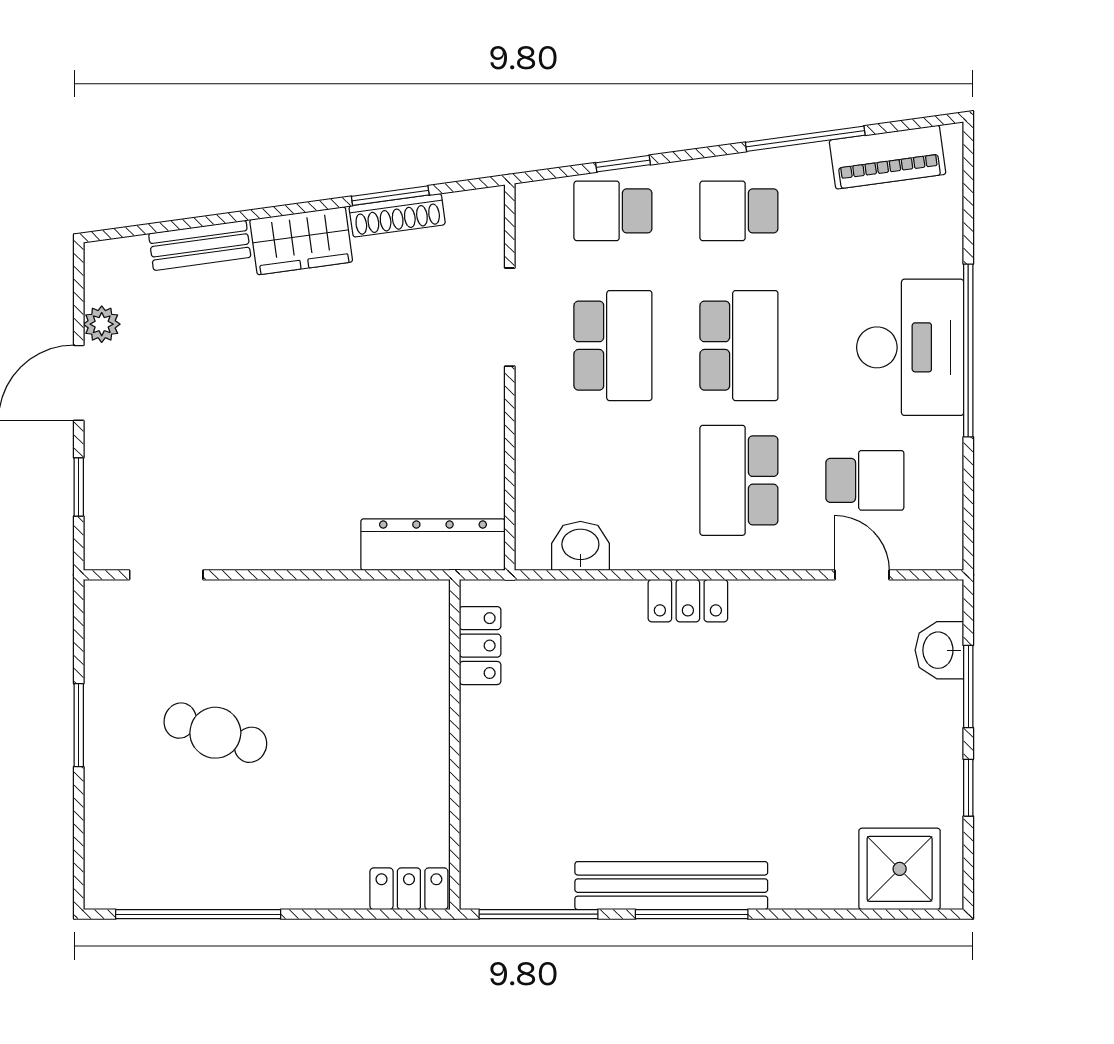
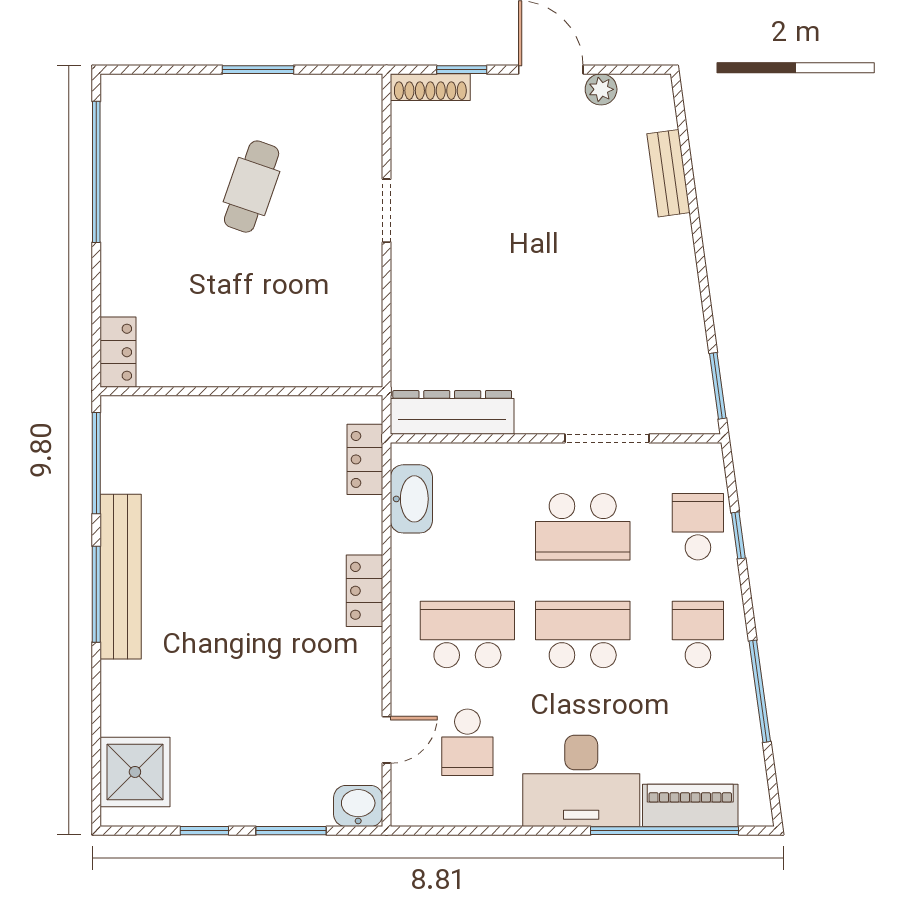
piano: (888, 157) -> (690, 805), moved, turned 98
window: (390, 196) -> (718, 386), moved
shoe rack: (397, 215) -> (430, 87), moved, turned -82
wardrobe: (301, 241) -> (672, 260), removed
school desk: (739, 346) -> (583, 635), turned 180
window: (968, 350) -> (665, 831), moved
dresser: (433, 545) -> (452, 412), moved, turned -90
washbasin: (580, 546) -> (411, 499), width x1.38
doorway: (166, 575) -> (387, 211), moved
locker: (480, 646) -> (365, 459), moved, turned 90
washbasin: (939, 650) -> (358, 806), moved

